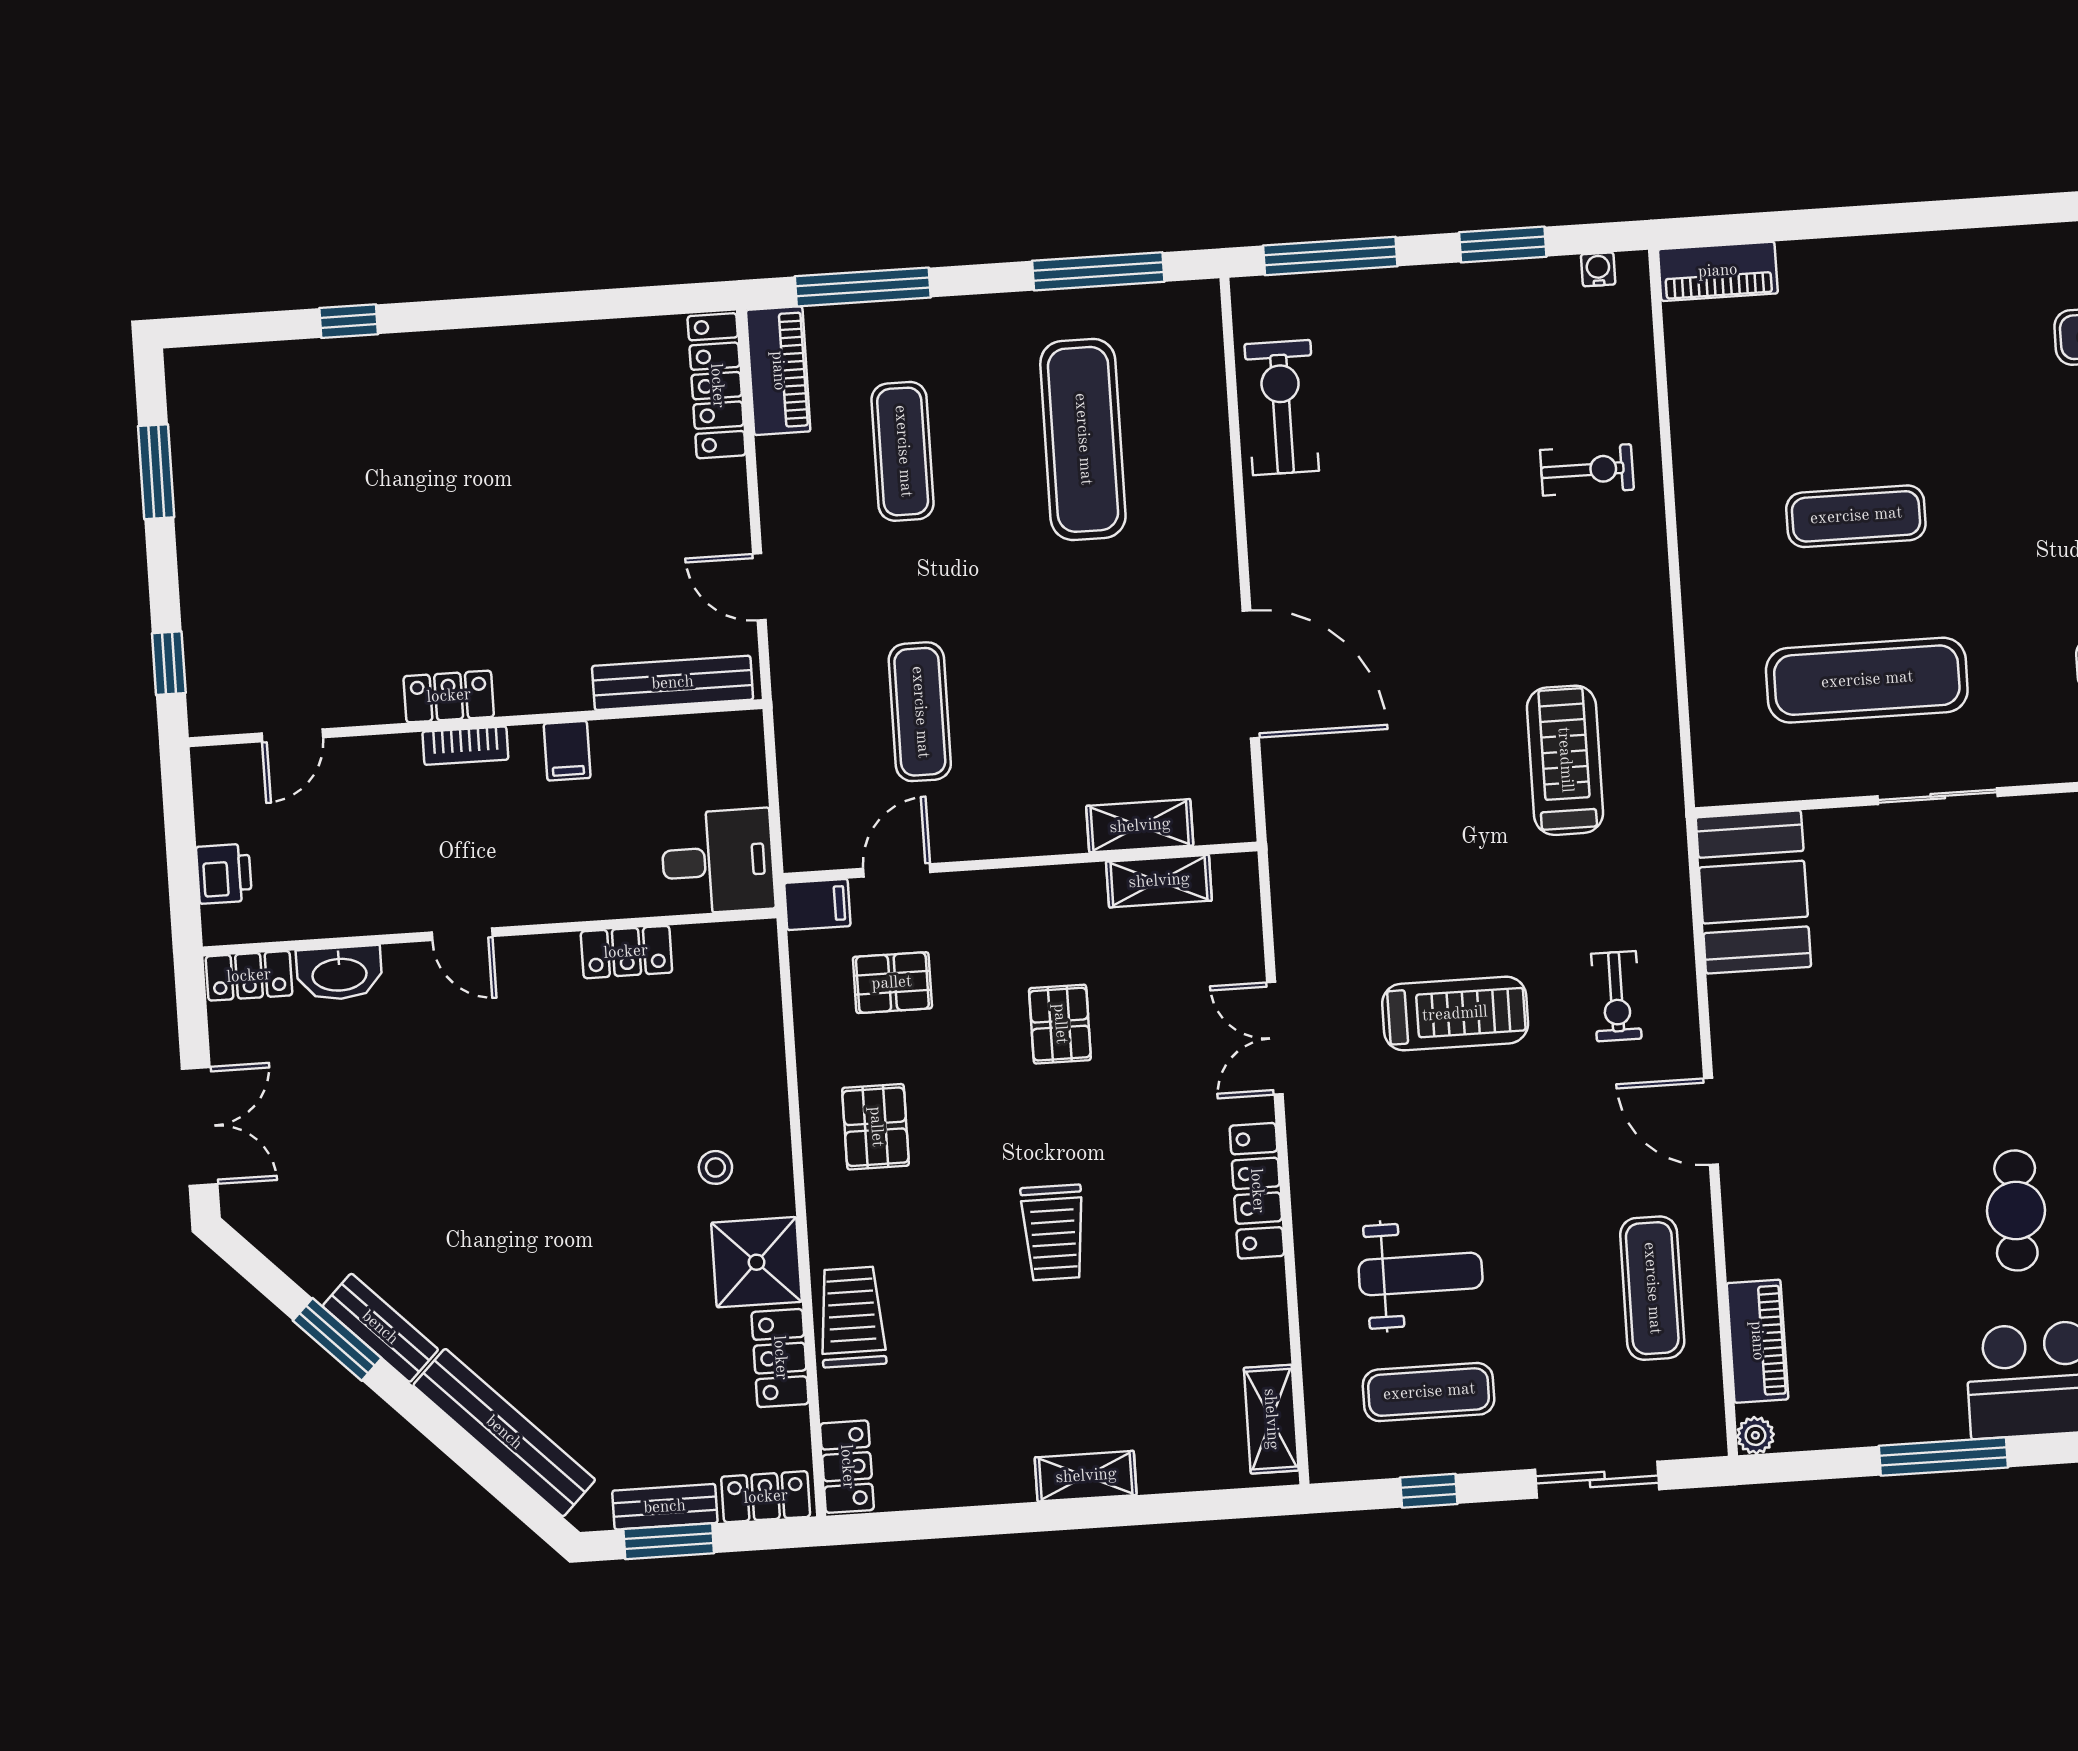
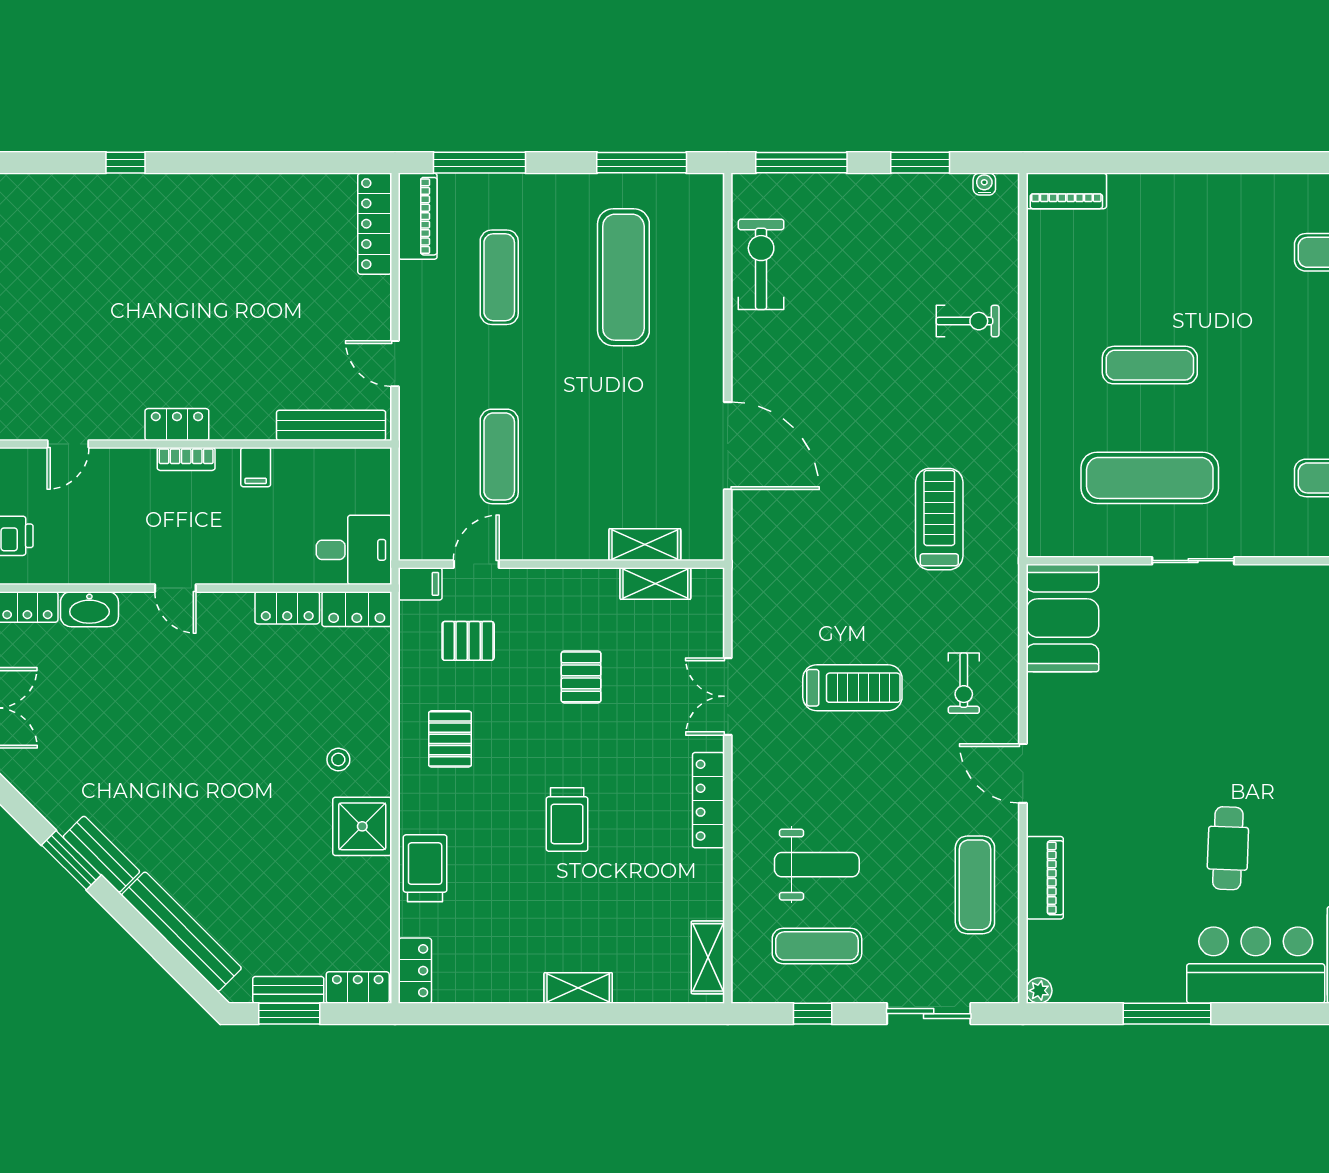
piano: (1757, 1341) -> (1045, 878), moved
locker: (780, 1358) -> (357, 609), moved, turned -90

